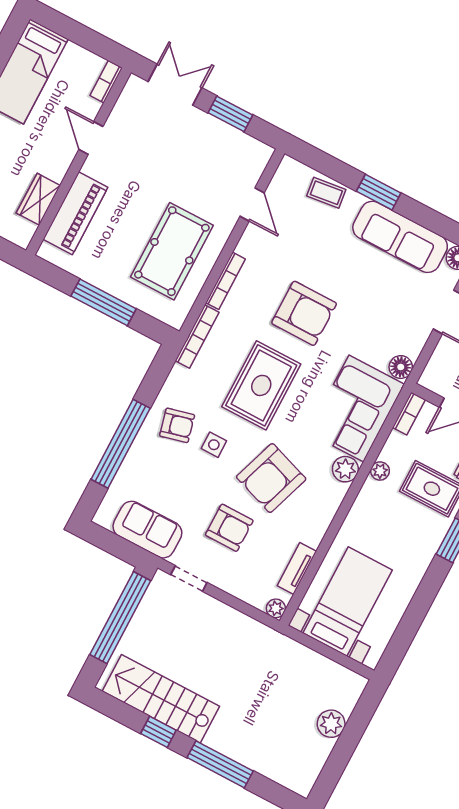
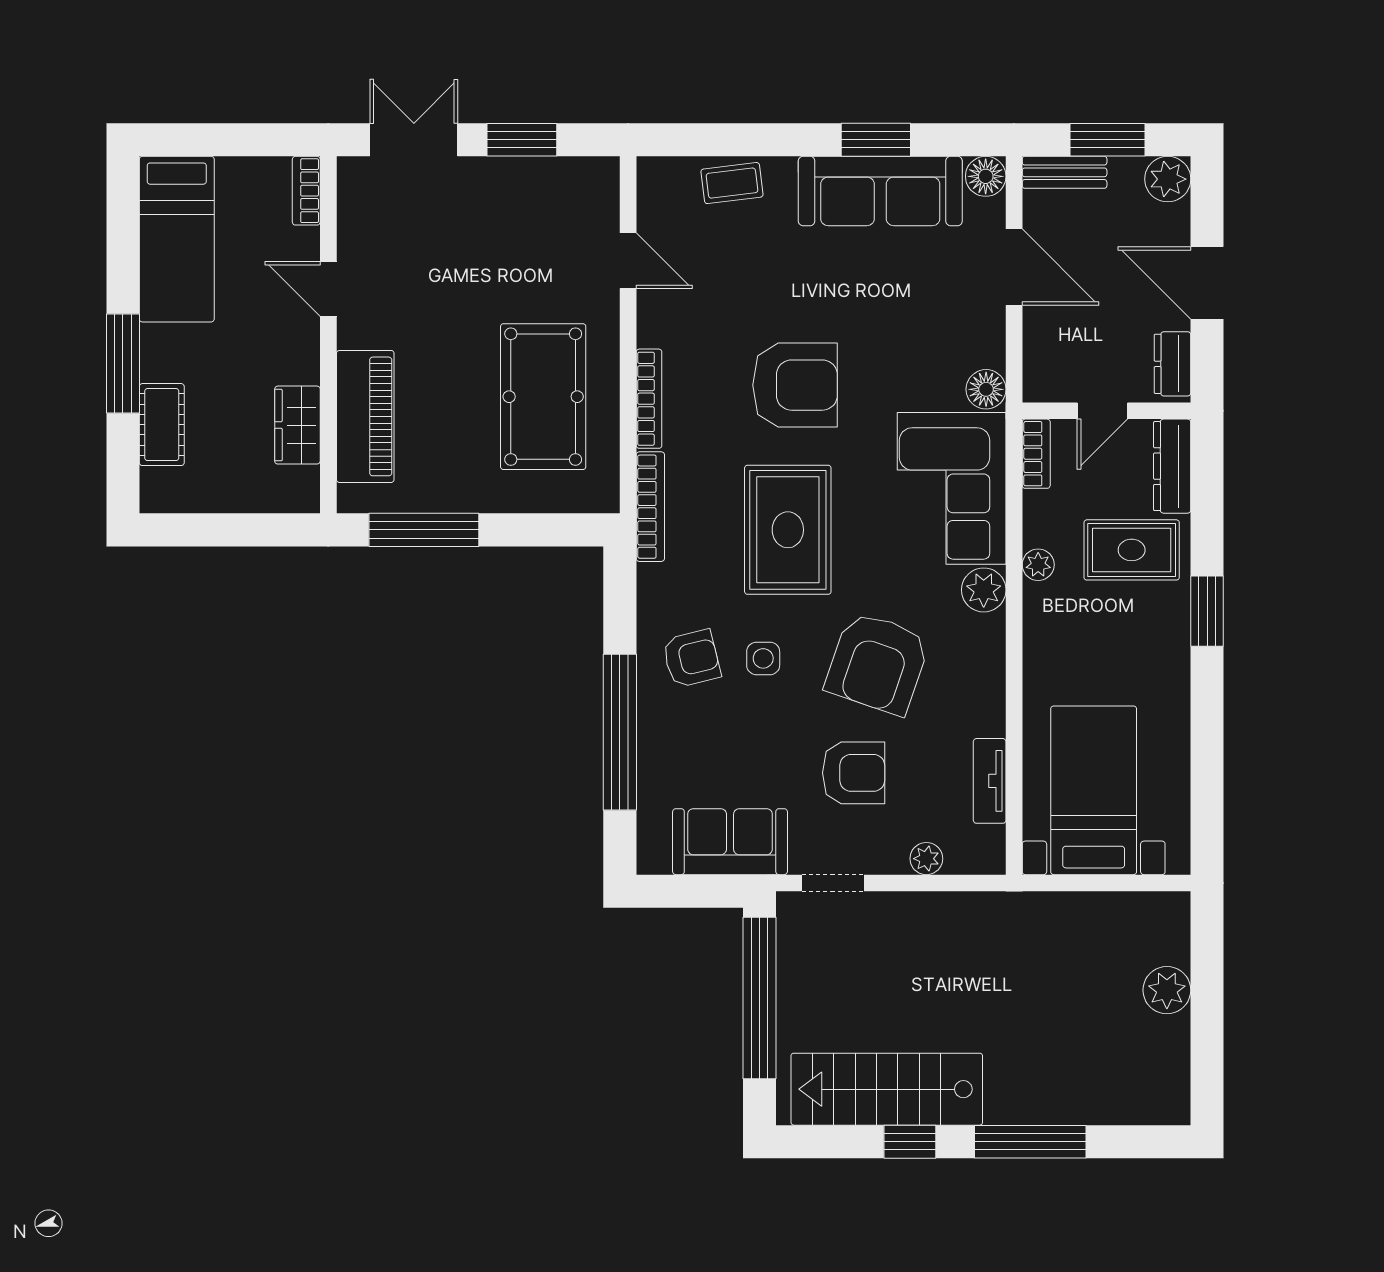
window: (379, 192) -> (876, 140), moved
window: (104, 302) -> (424, 530), moved
plant: (276, 608) -> (926, 859), moved

